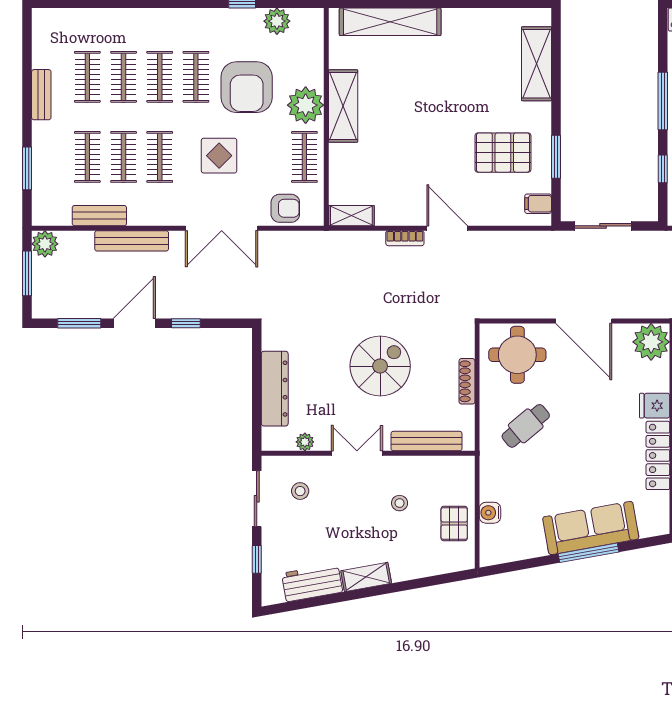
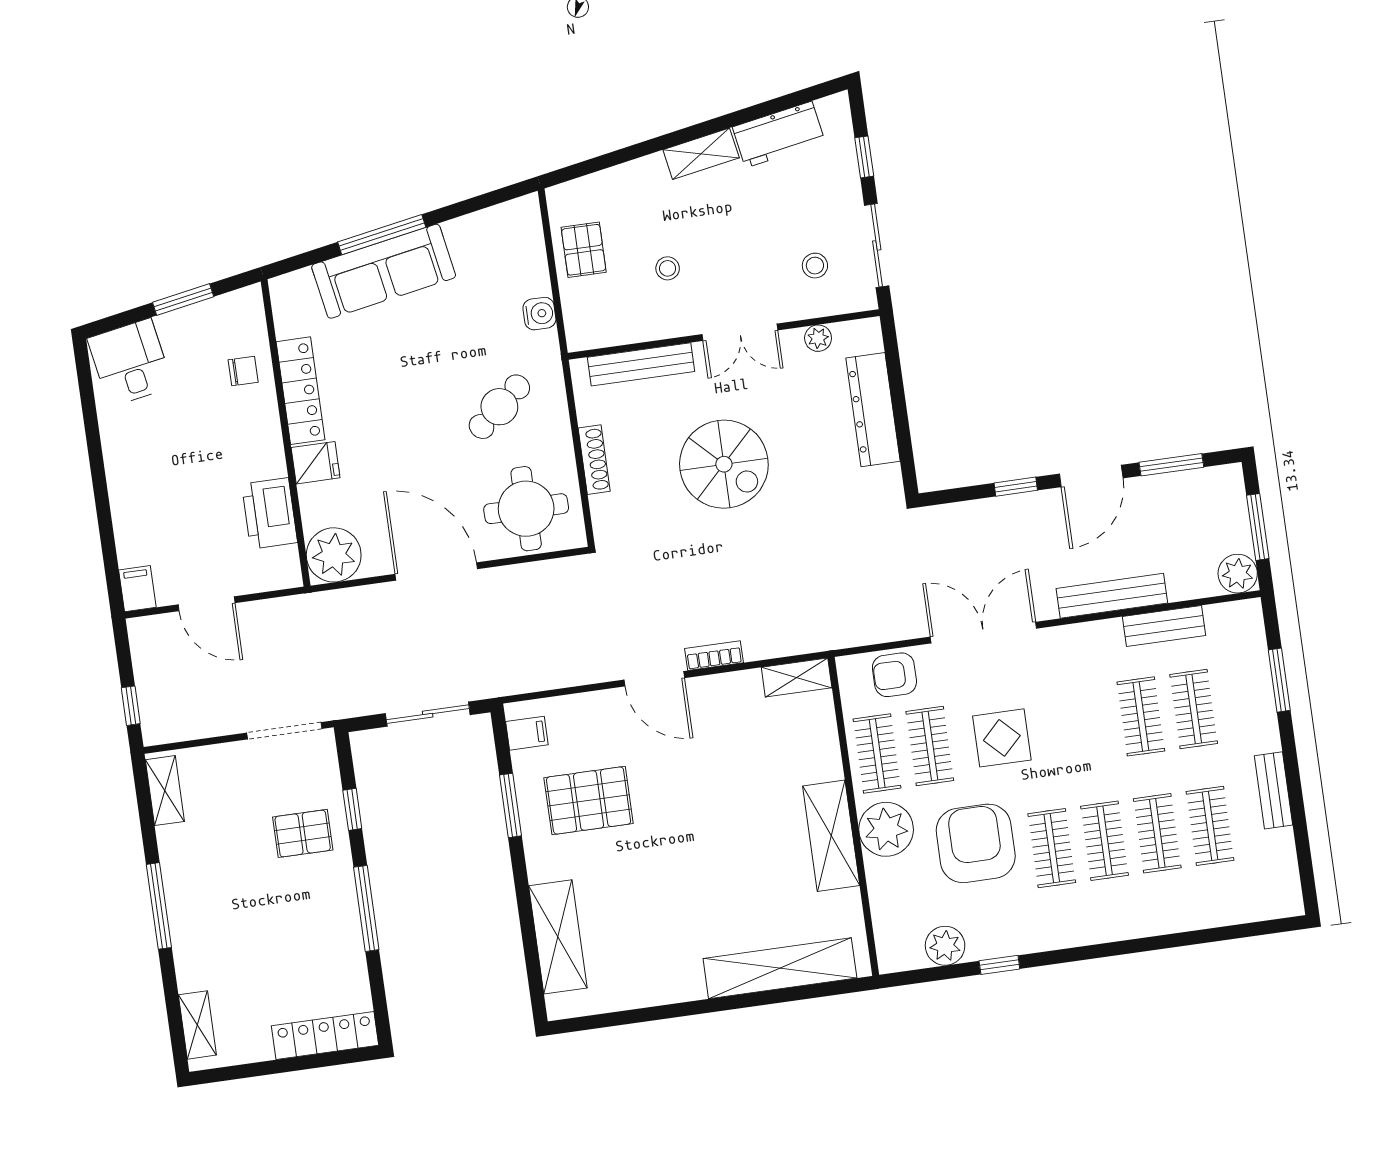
clothes rail: (160, 157) -> (930, 746), moved
spiral stairs: (380, 366) -> (724, 464), turned -90
water cooler: (490, 513) -> (539, 314), moved

